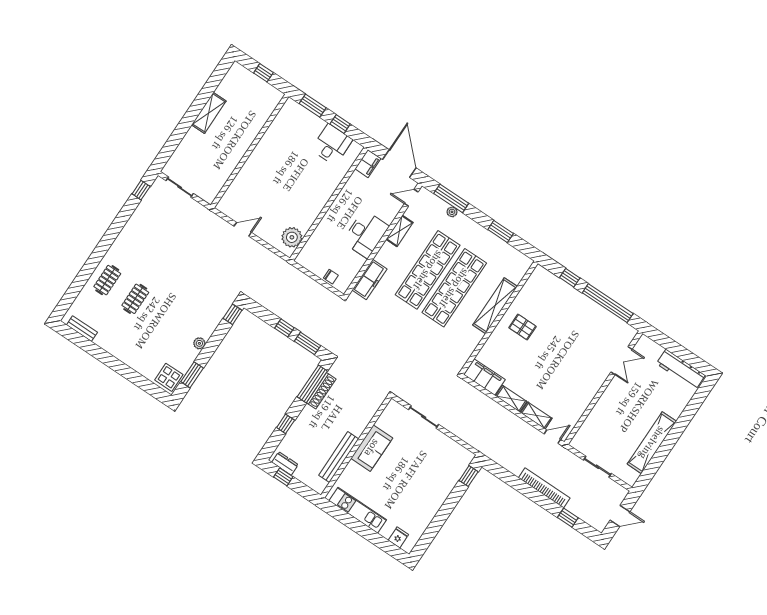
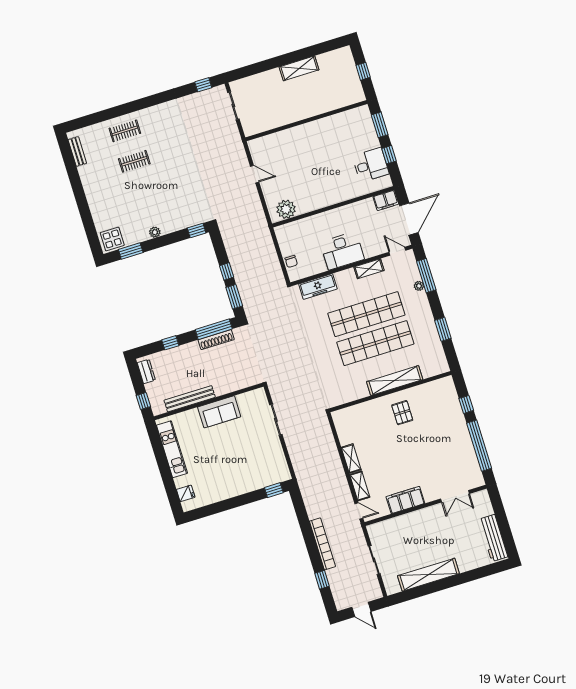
filing cabinet: (484, 377) -> (405, 500), moved, turned -90
window: (283, 477) -> (143, 401), moved

